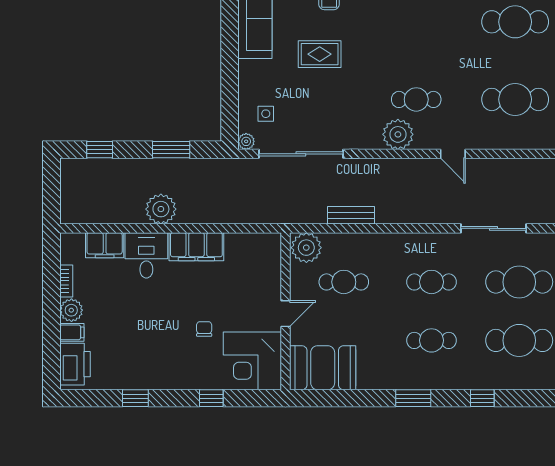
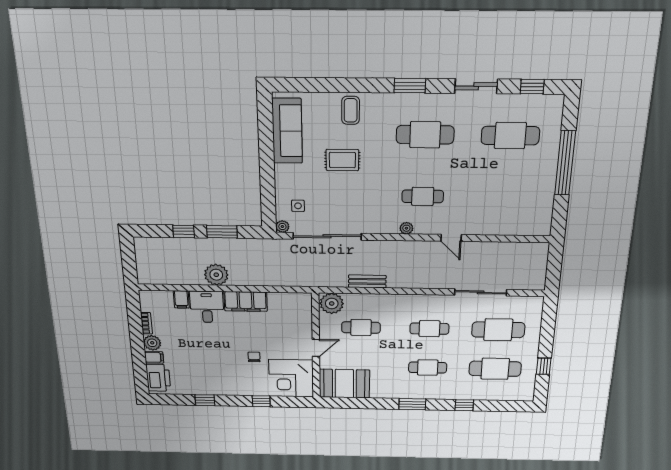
cafe table: (515, 99) -> (425, 135), moved
plant: (398, 134) -> (406, 228), width x0.53, depth x0.53
window: (100, 150) -> (184, 231), moved
filing cabinet: (105, 245) -> (181, 299), width x0.50

